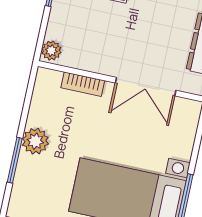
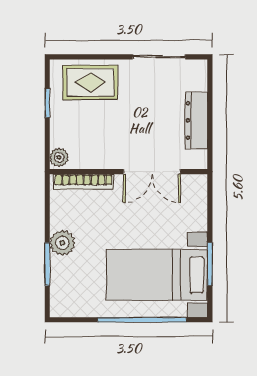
bookcase: (83, 84) -> (84, 182), width x1.56

